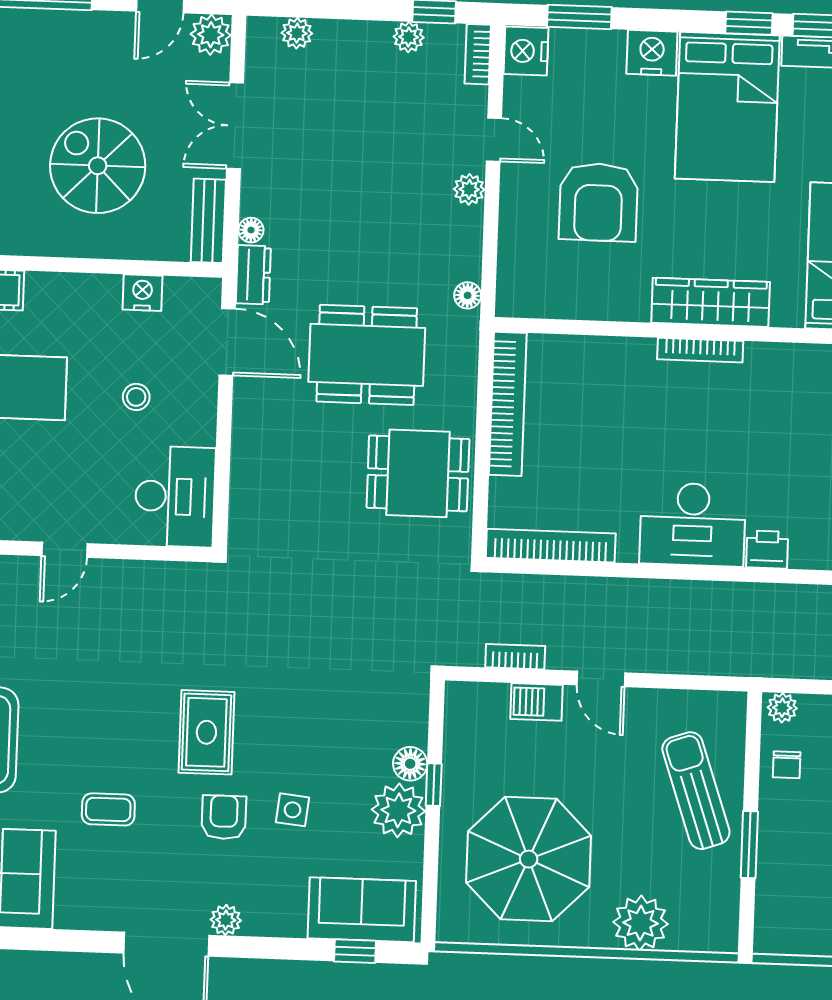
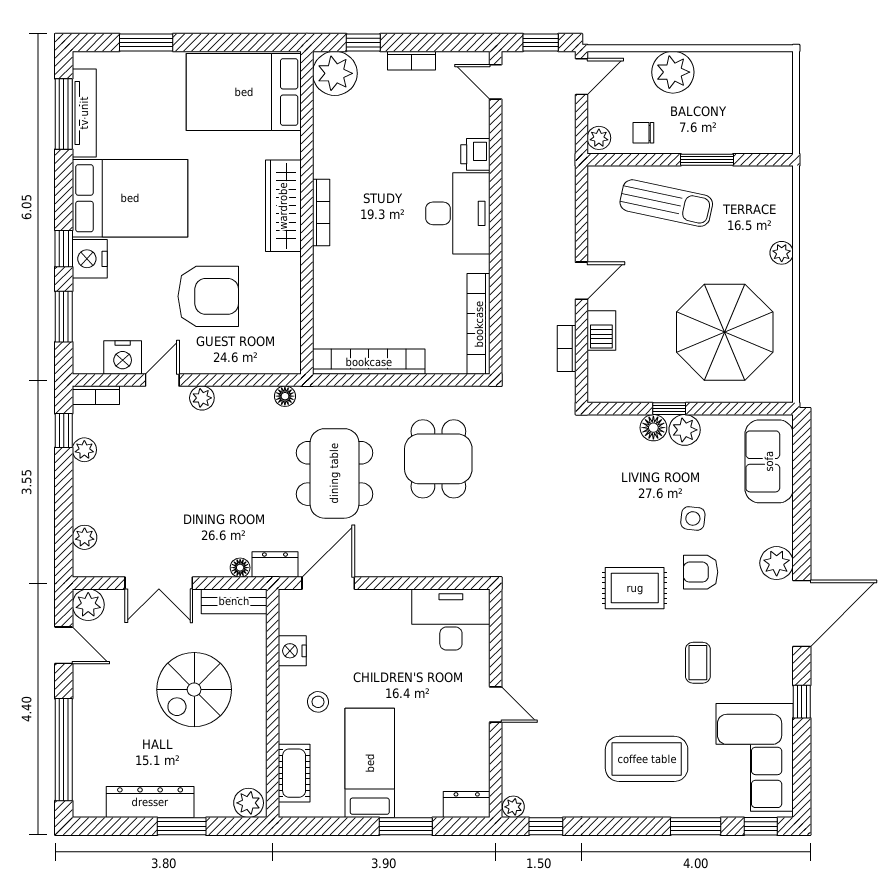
window: (749, 23) -> (64, 249), moved
nightstand: (526, 51) -> (123, 357), moved
stool: (136, 397) -> (318, 702), moved
dining table: (418, 473) -> (438, 459), moved
chair: (787, 765) -> (643, 133), turned 180
sun lounger: (696, 791) -> (666, 203), turned -149
plant: (398, 810) -> (685, 430), width x0.73, depth x0.73
plant: (226, 920) -> (777, 563), width x1.38, depth x1.38
plant: (640, 923) -> (782, 253), width x0.53, depth x0.53
window: (355, 951) -> (802, 702), moved

